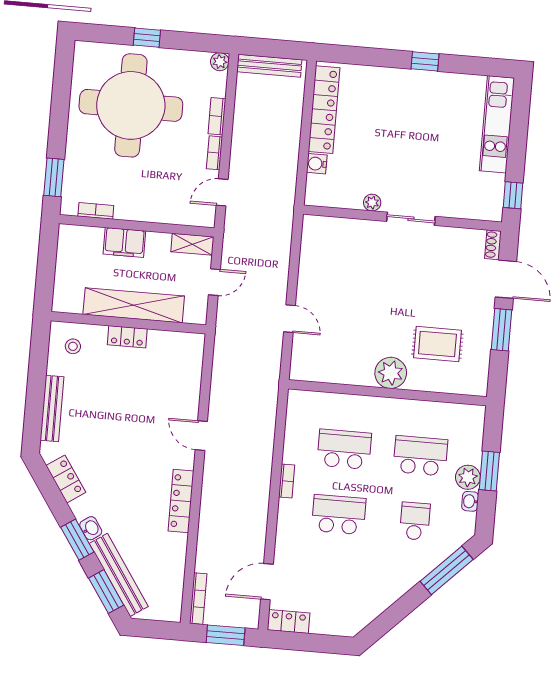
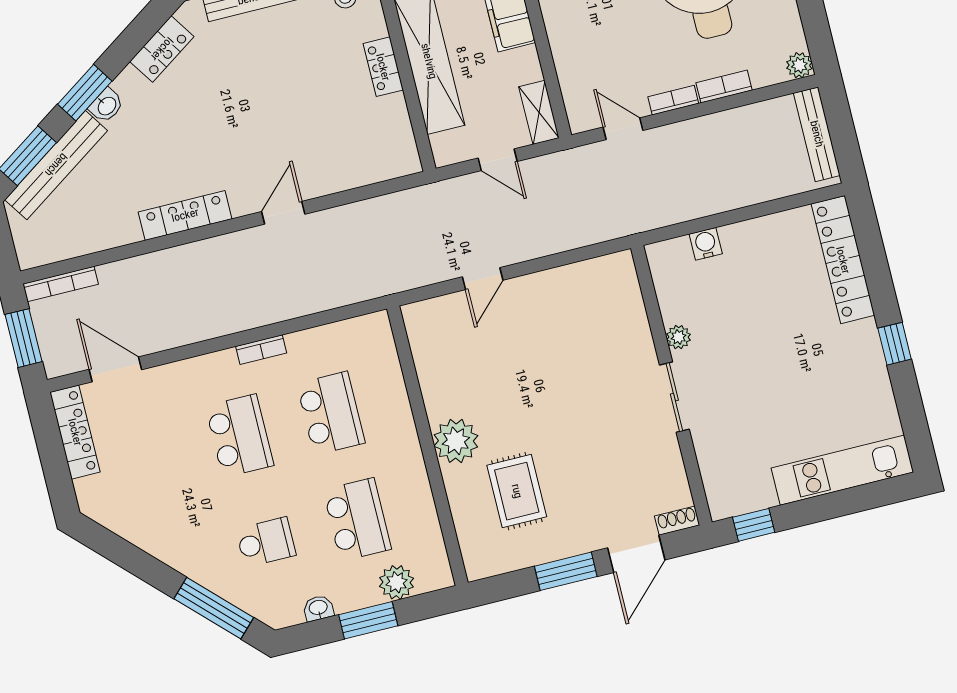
locker: (324, 110) -> (843, 260), moved, turned 90
plant: (468, 477) -> (397, 582), moved
locker: (289, 622) -> (75, 432), width x1.53

